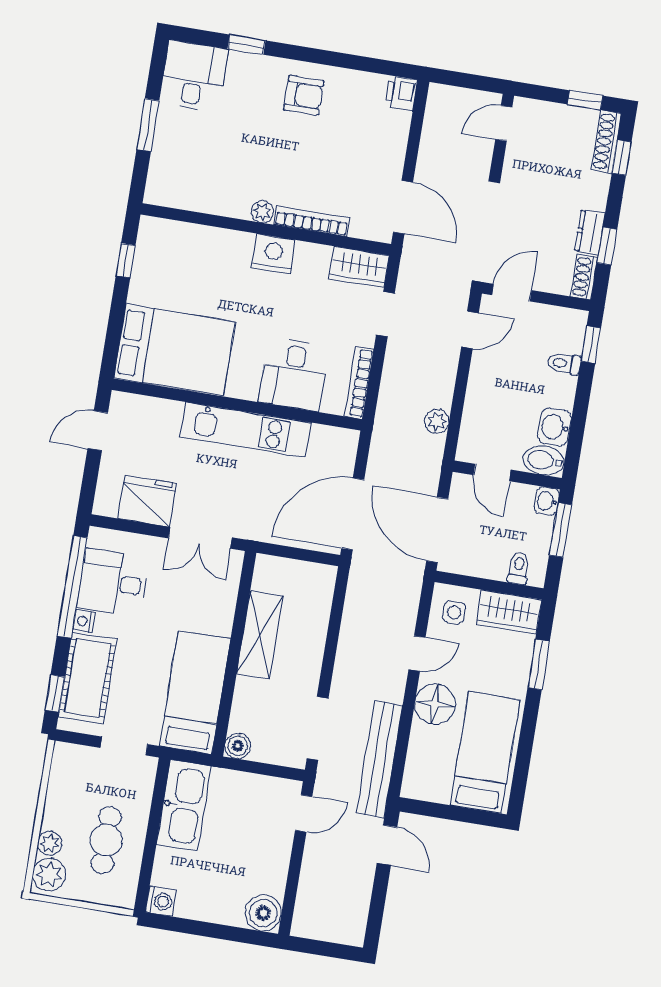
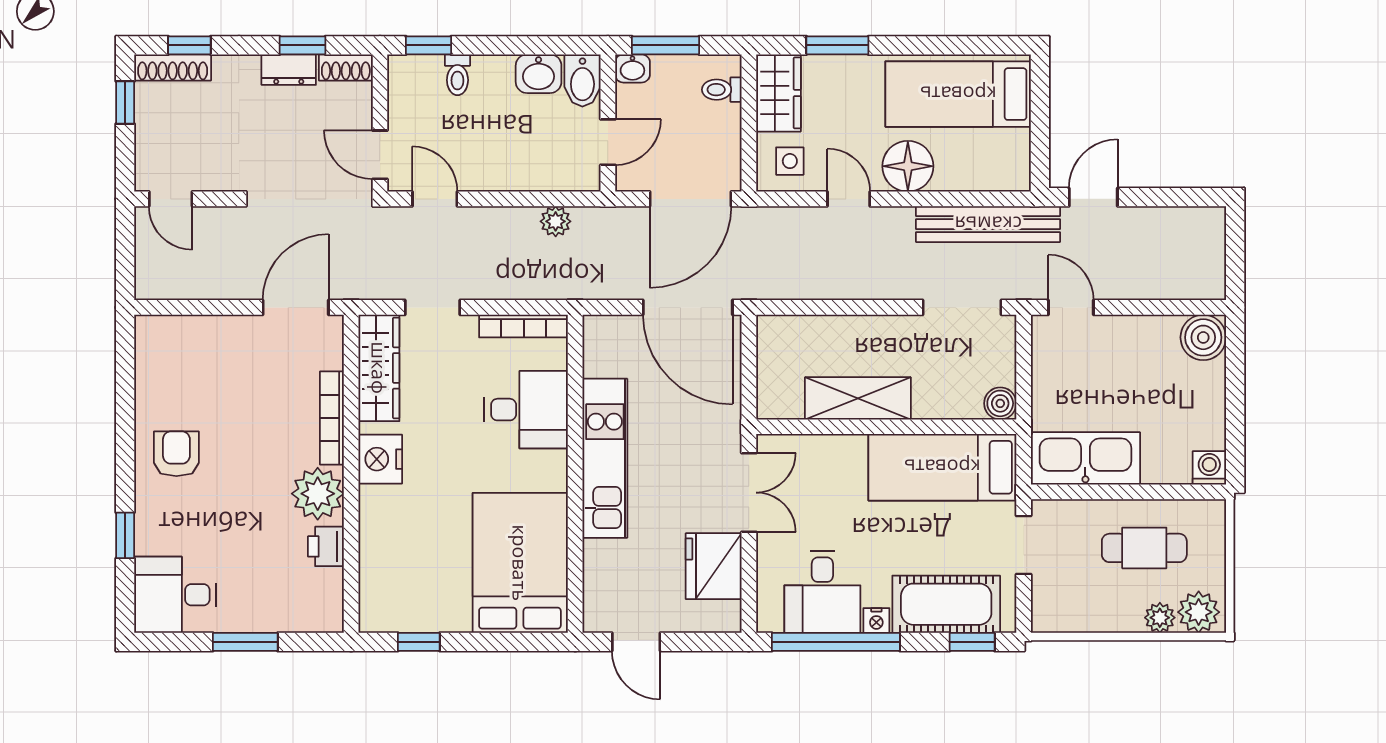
printer: (401, 93) -> (326, 546), moved, turned 90
plant: (262, 212) -> (318, 494), width x1.88, depth x1.88
wardrobe: (359, 267) -> (379, 368), width x1.50

